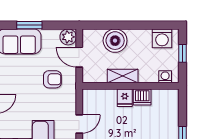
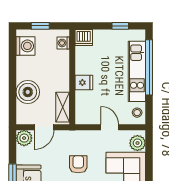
shelving: (123, 76) -> (63, 107), moved
armchair: (52, 79) -> (78, 164), moved
dishwasher: (142, 97) -> (84, 38), moved, turned 90

